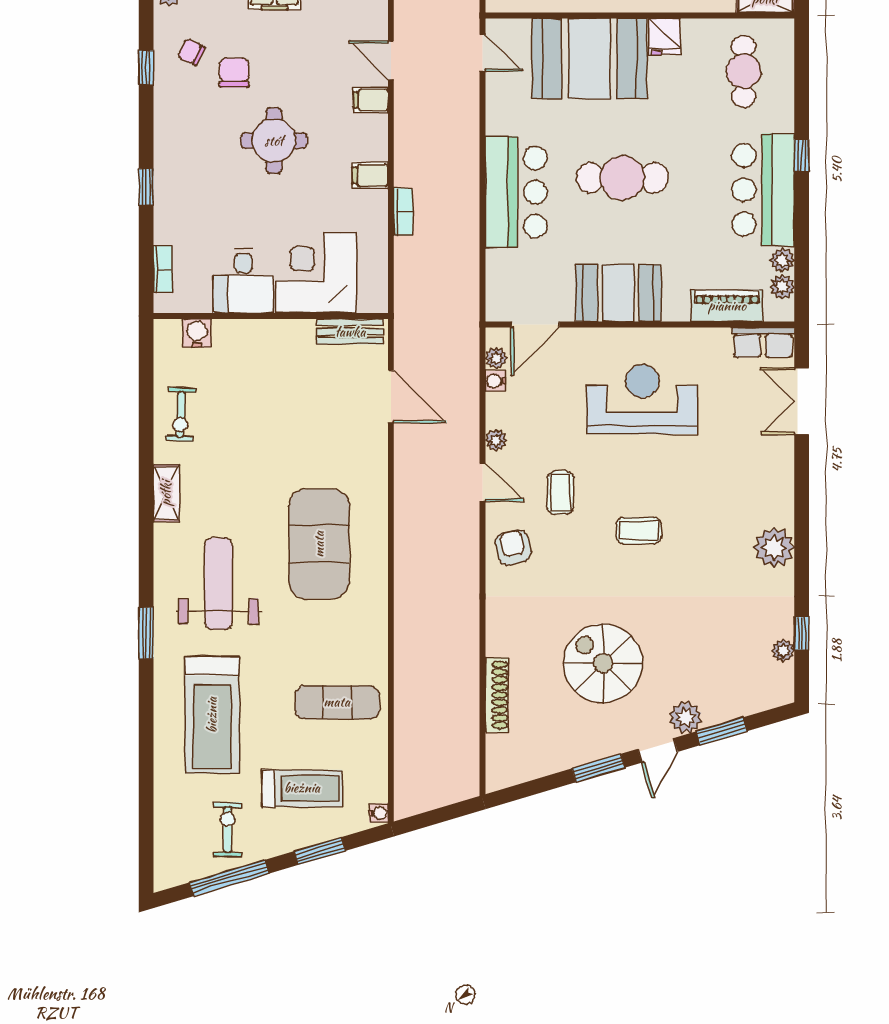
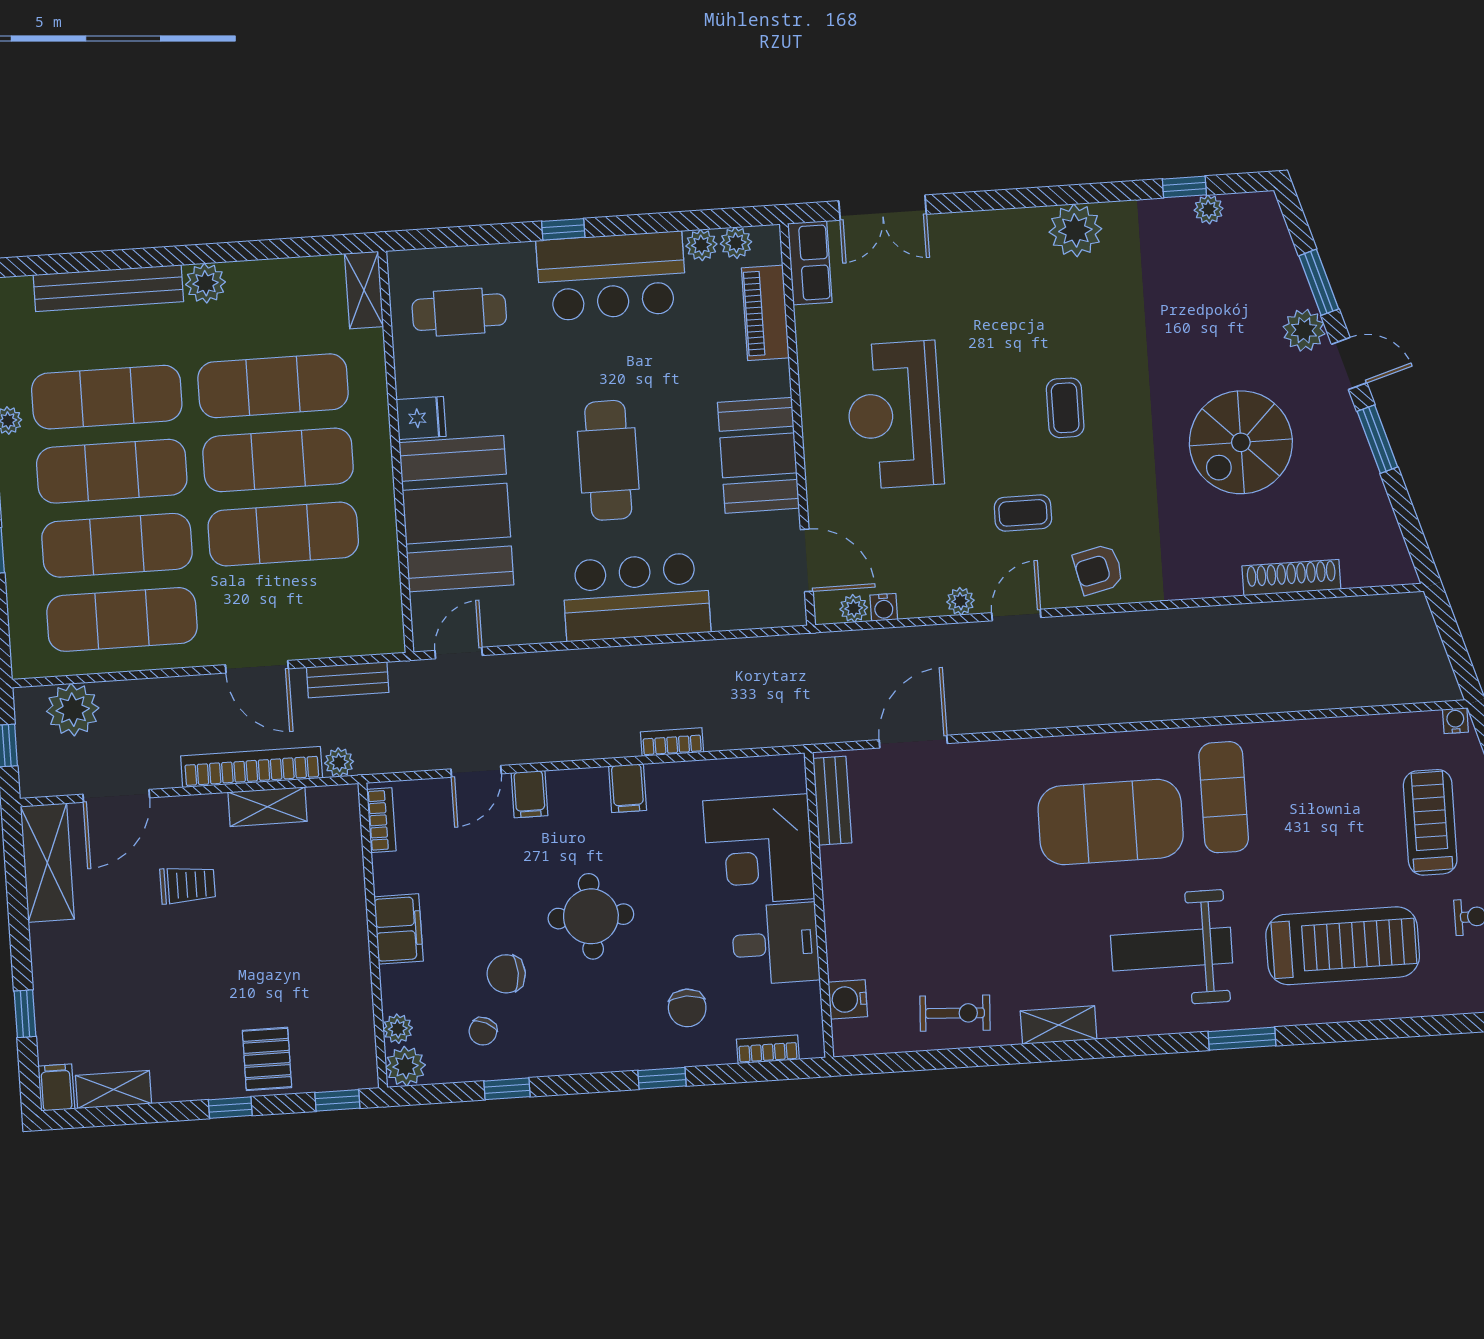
chair: (199, 210) -> (687, 1008), added
exercise mat: (337, 702) -> (1224, 797), moved

